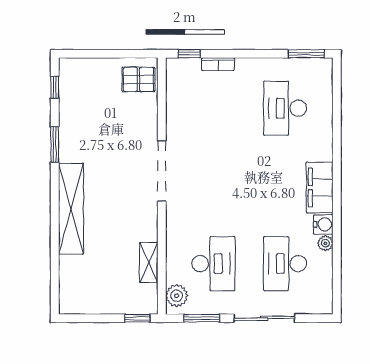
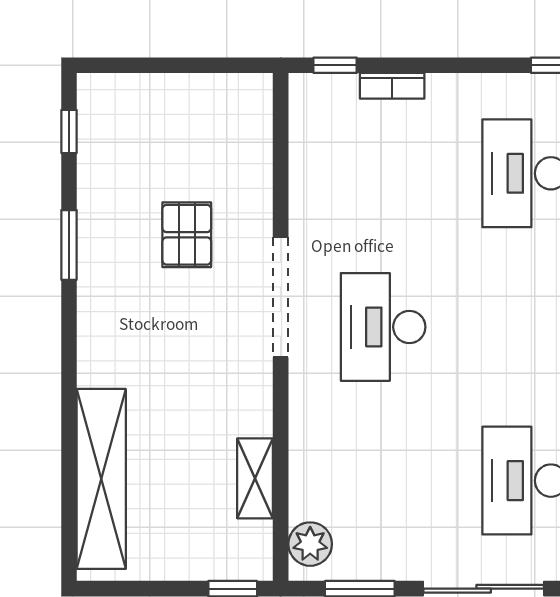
pallet: (138, 80) -> (187, 235), moved, turned 90
shelving: (71, 209) -> (101, 479), moved
desk: (213, 264) -> (383, 327), moved, turned 180

